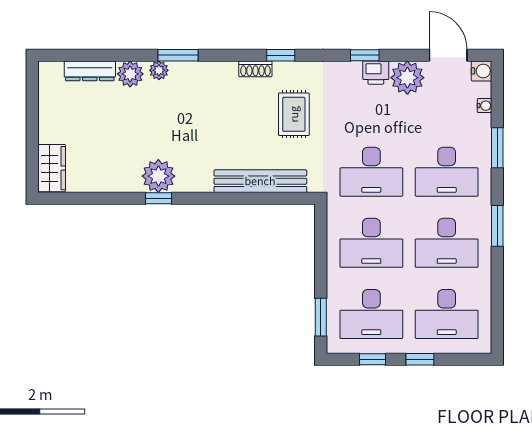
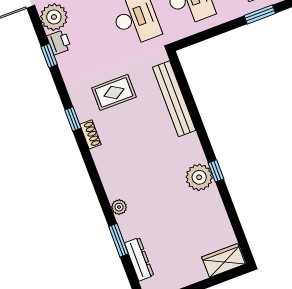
window: (178, 55) -> (118, 240), moved
plant: (130, 74) -> (130, 228), removed

